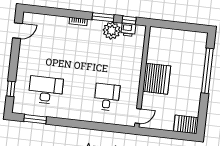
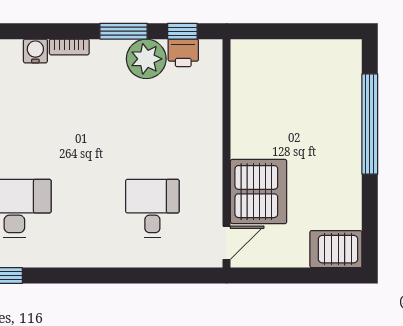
water cooler: (63, 22) -> (35, 51), added
server rack: (157, 79) -> (259, 192), moved

